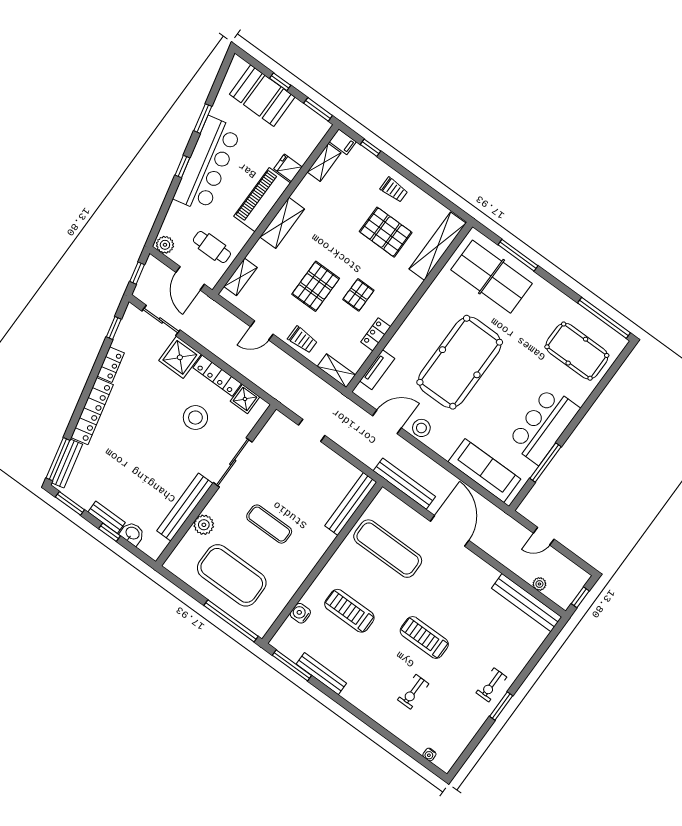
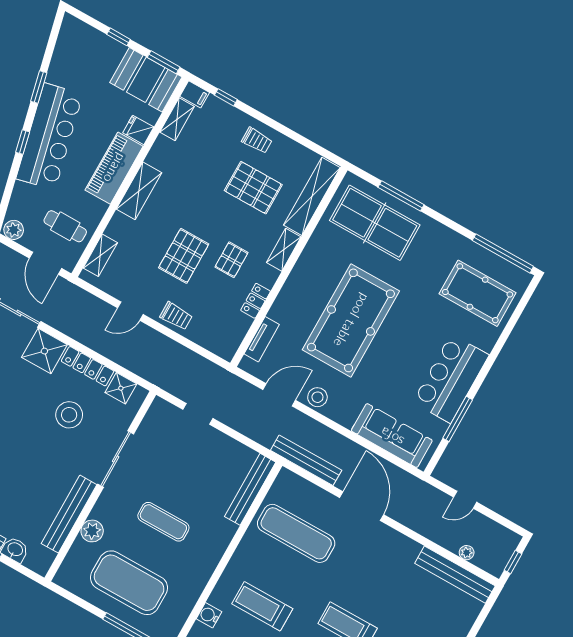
booth: (262, 96) -> (146, 80), moved
shelving: (336, 371) -> (284, 250), moved, turned 90

